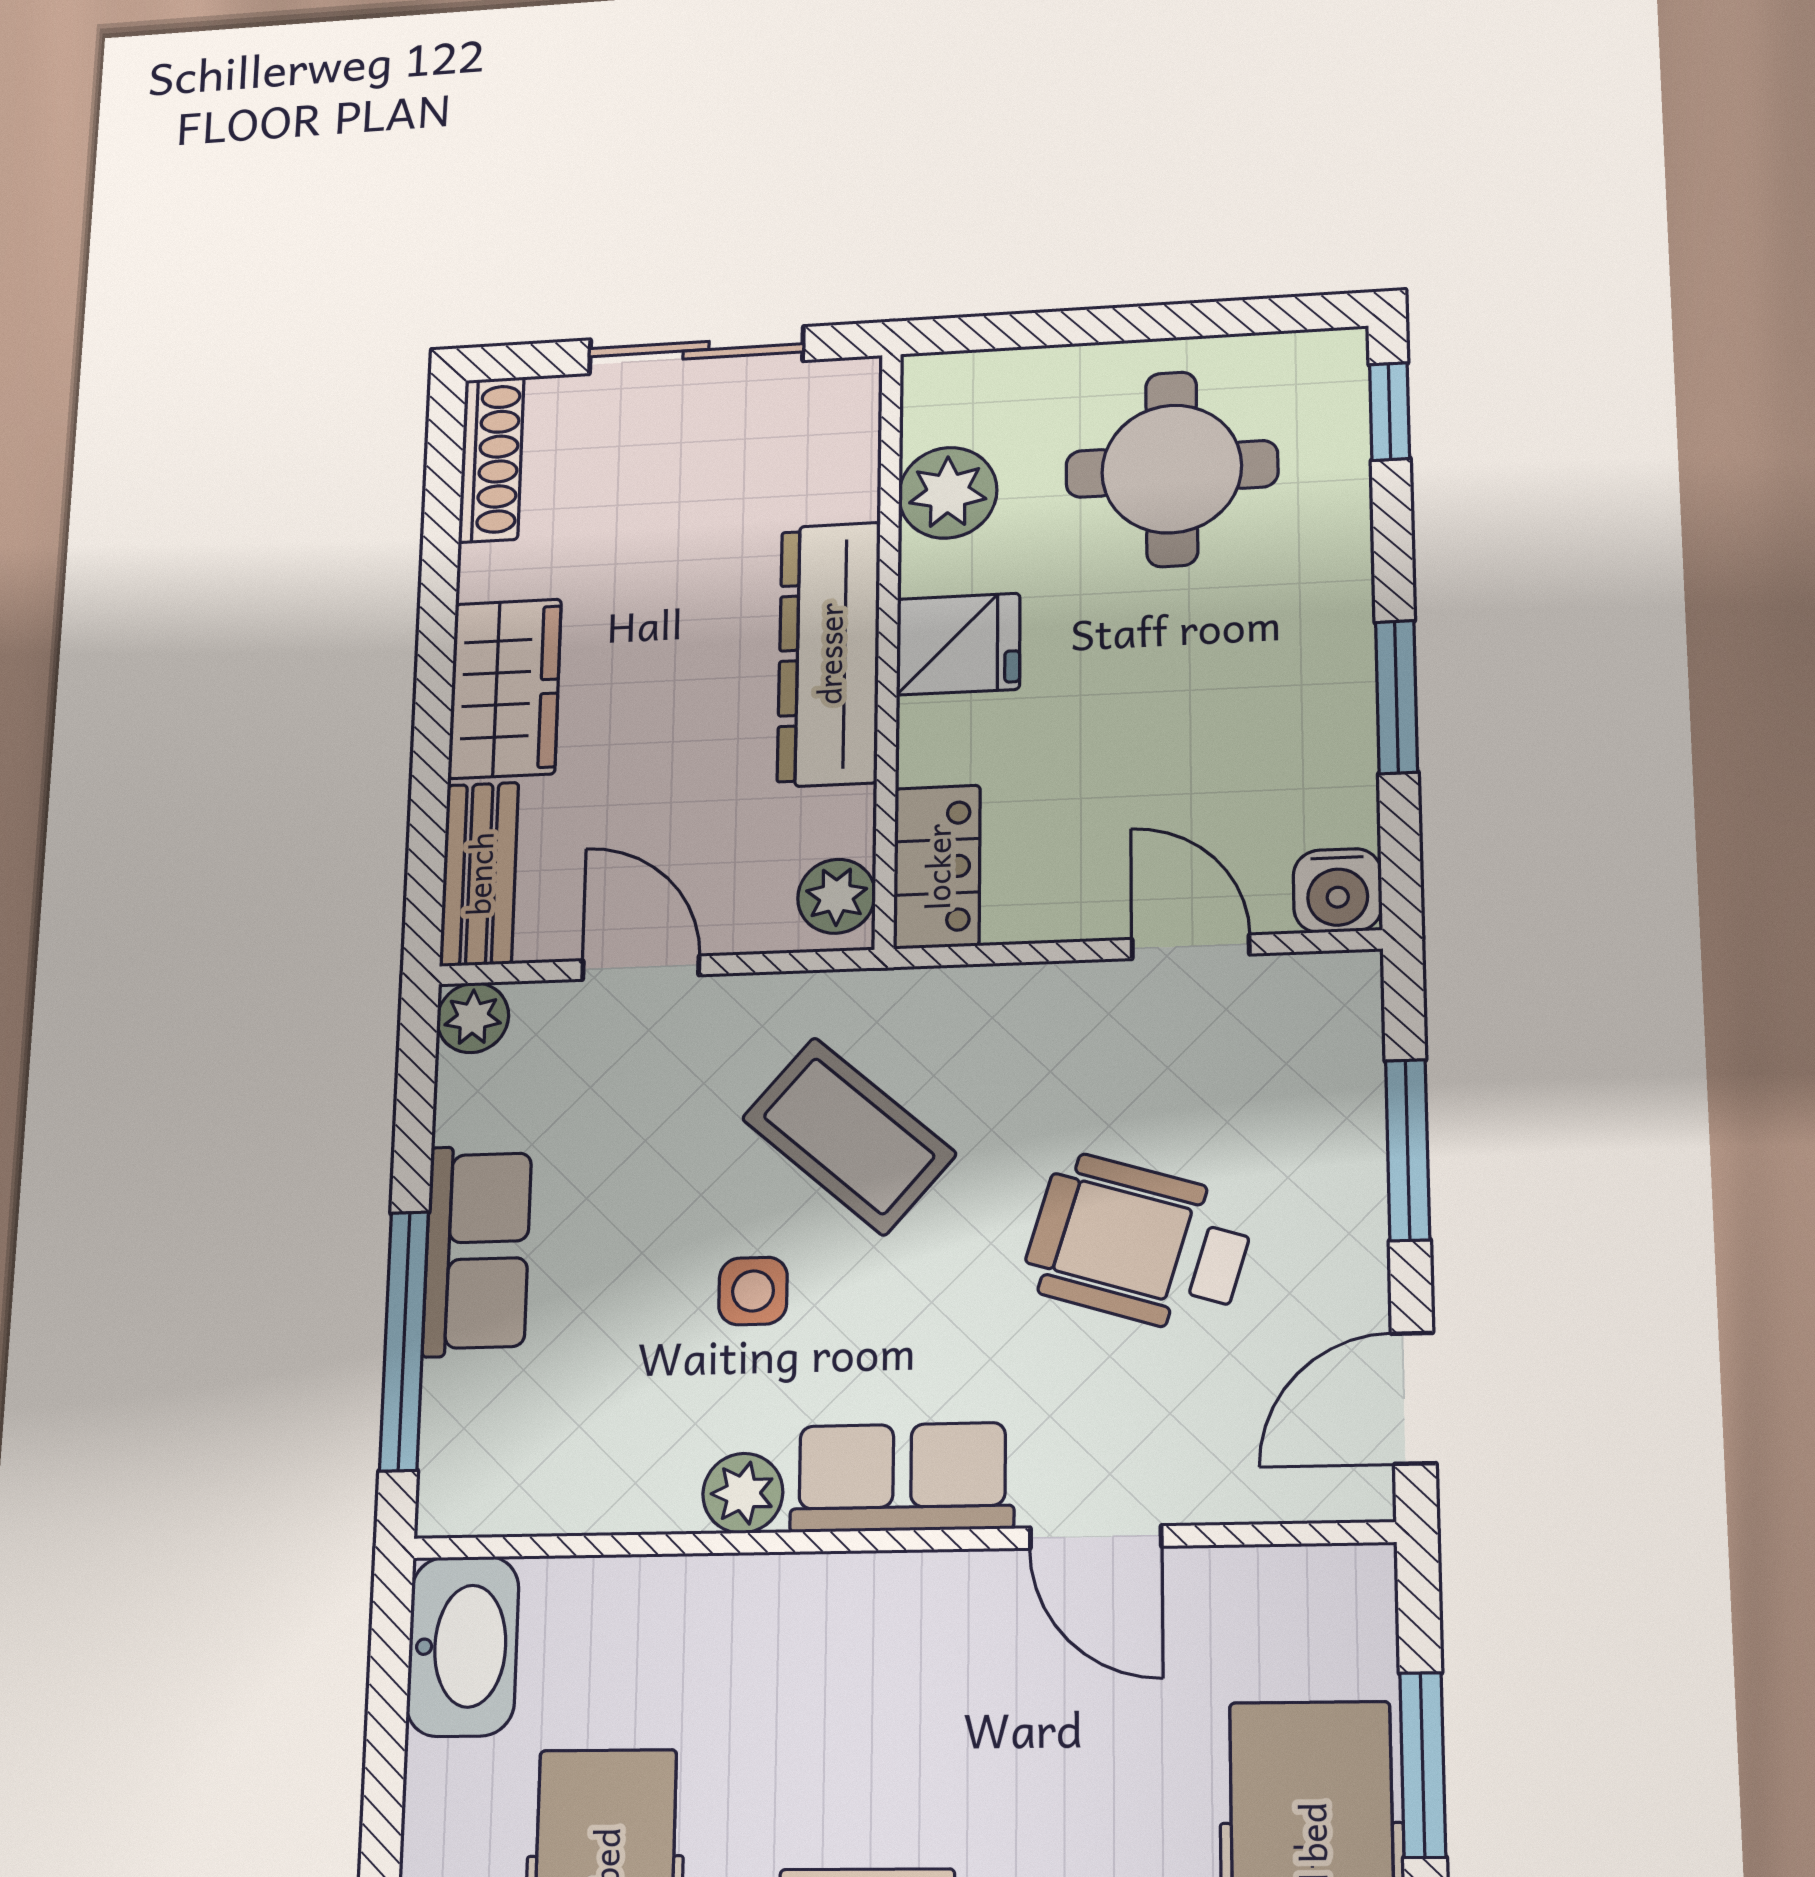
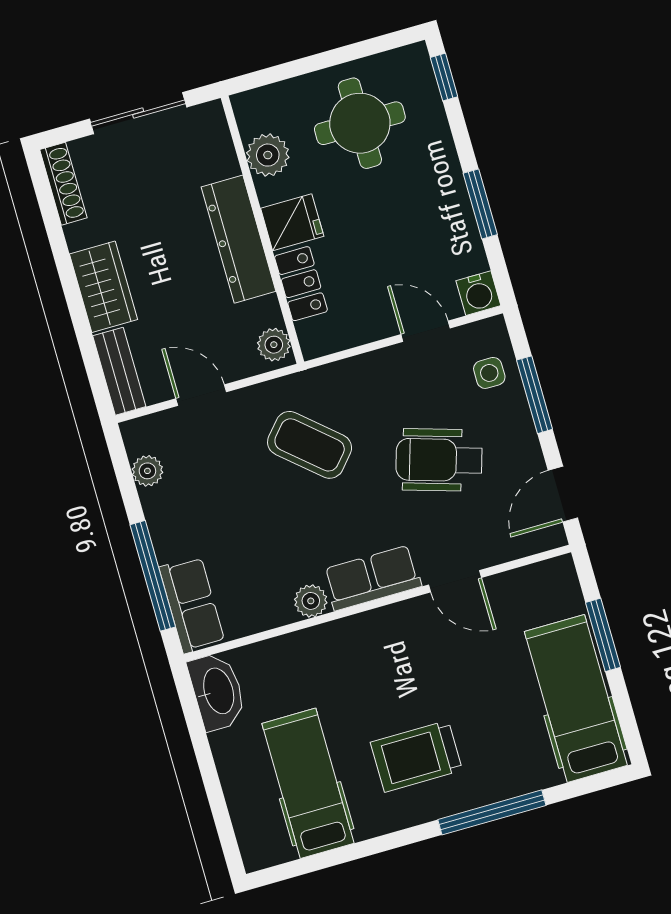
locker: (937, 867) -> (301, 284), moved
plant: (473, 1018) -> (147, 471), moved
row of seats: (477, 1250) -> (192, 605), moved
side table: (753, 1291) -> (489, 373), moved

